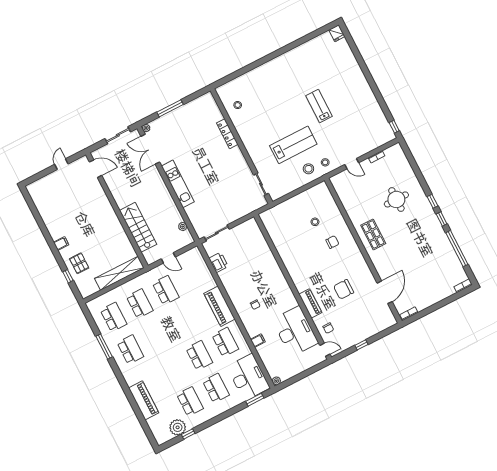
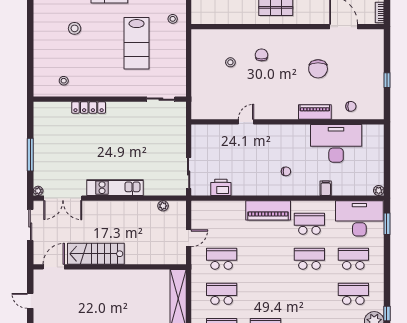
lab bench: (293, 145) -> (137, 43), turned 180
stool: (308, 169) -> (75, 28), moved
stairs: (138, 227) -> (96, 254), moved
door: (325, 350) -> (246, 122), moved

